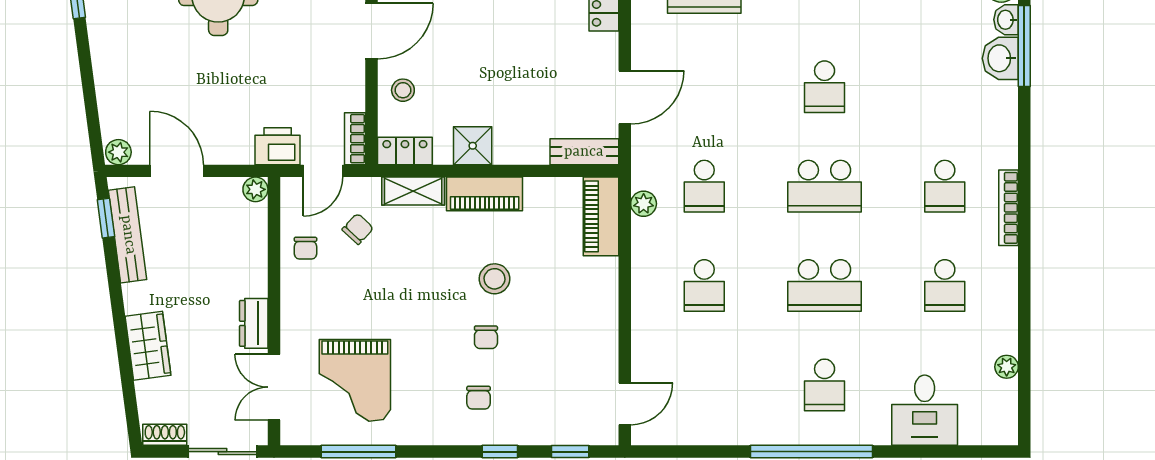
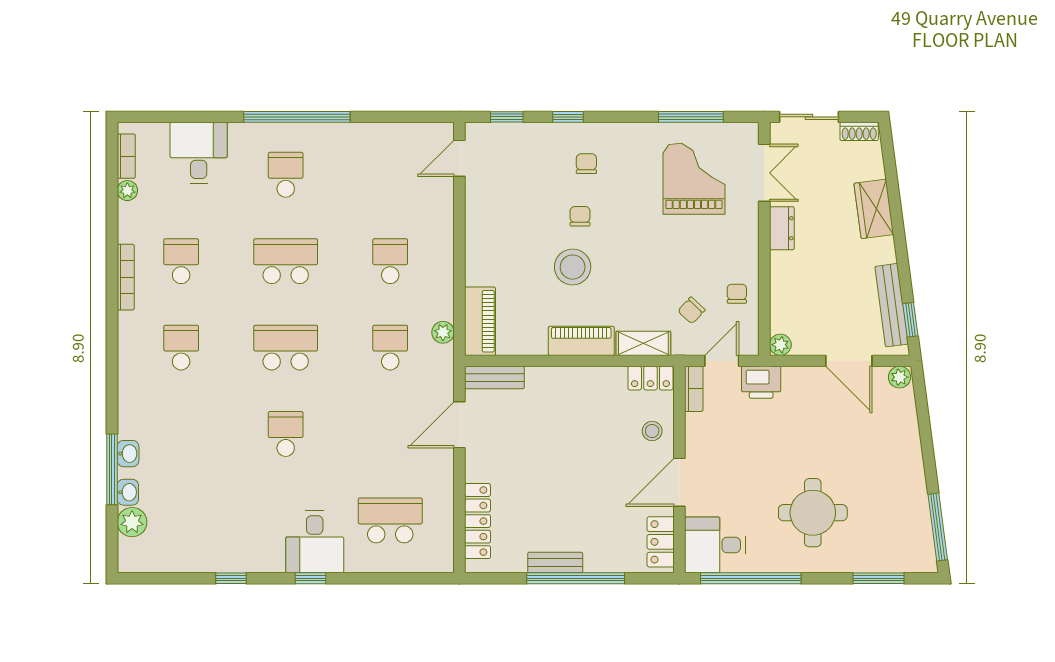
washbasin: (1000, 58) -> (128, 454), width x0.72, depth x0.69
shower: (473, 146) -> (592, 383), removed
bookcase: (1009, 208) -> (126, 277), moved
stool: (494, 279) -> (573, 267), width x1.38, depth x1.38
bookcase: (1008, 406) -> (126, 156), added

